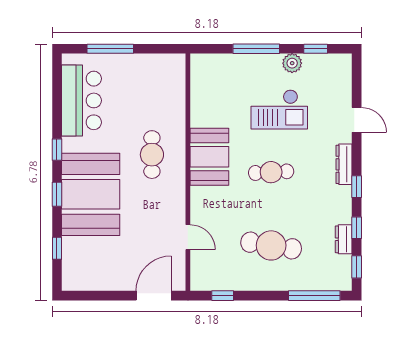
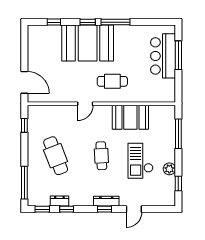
window: (256, 49) -> (178, 134), moved
bar counter: (82, 100) -> (163, 56), moved, turned 90
window: (57, 150) -> (115, 22), width x2.17
booth: (209, 157) -> (130, 117), moved
window: (357, 187) -> (105, 209), moved
door: (188, 237) -> (85, 104), moved
cafe table: (271, 245) -> (56, 156), turned -30

